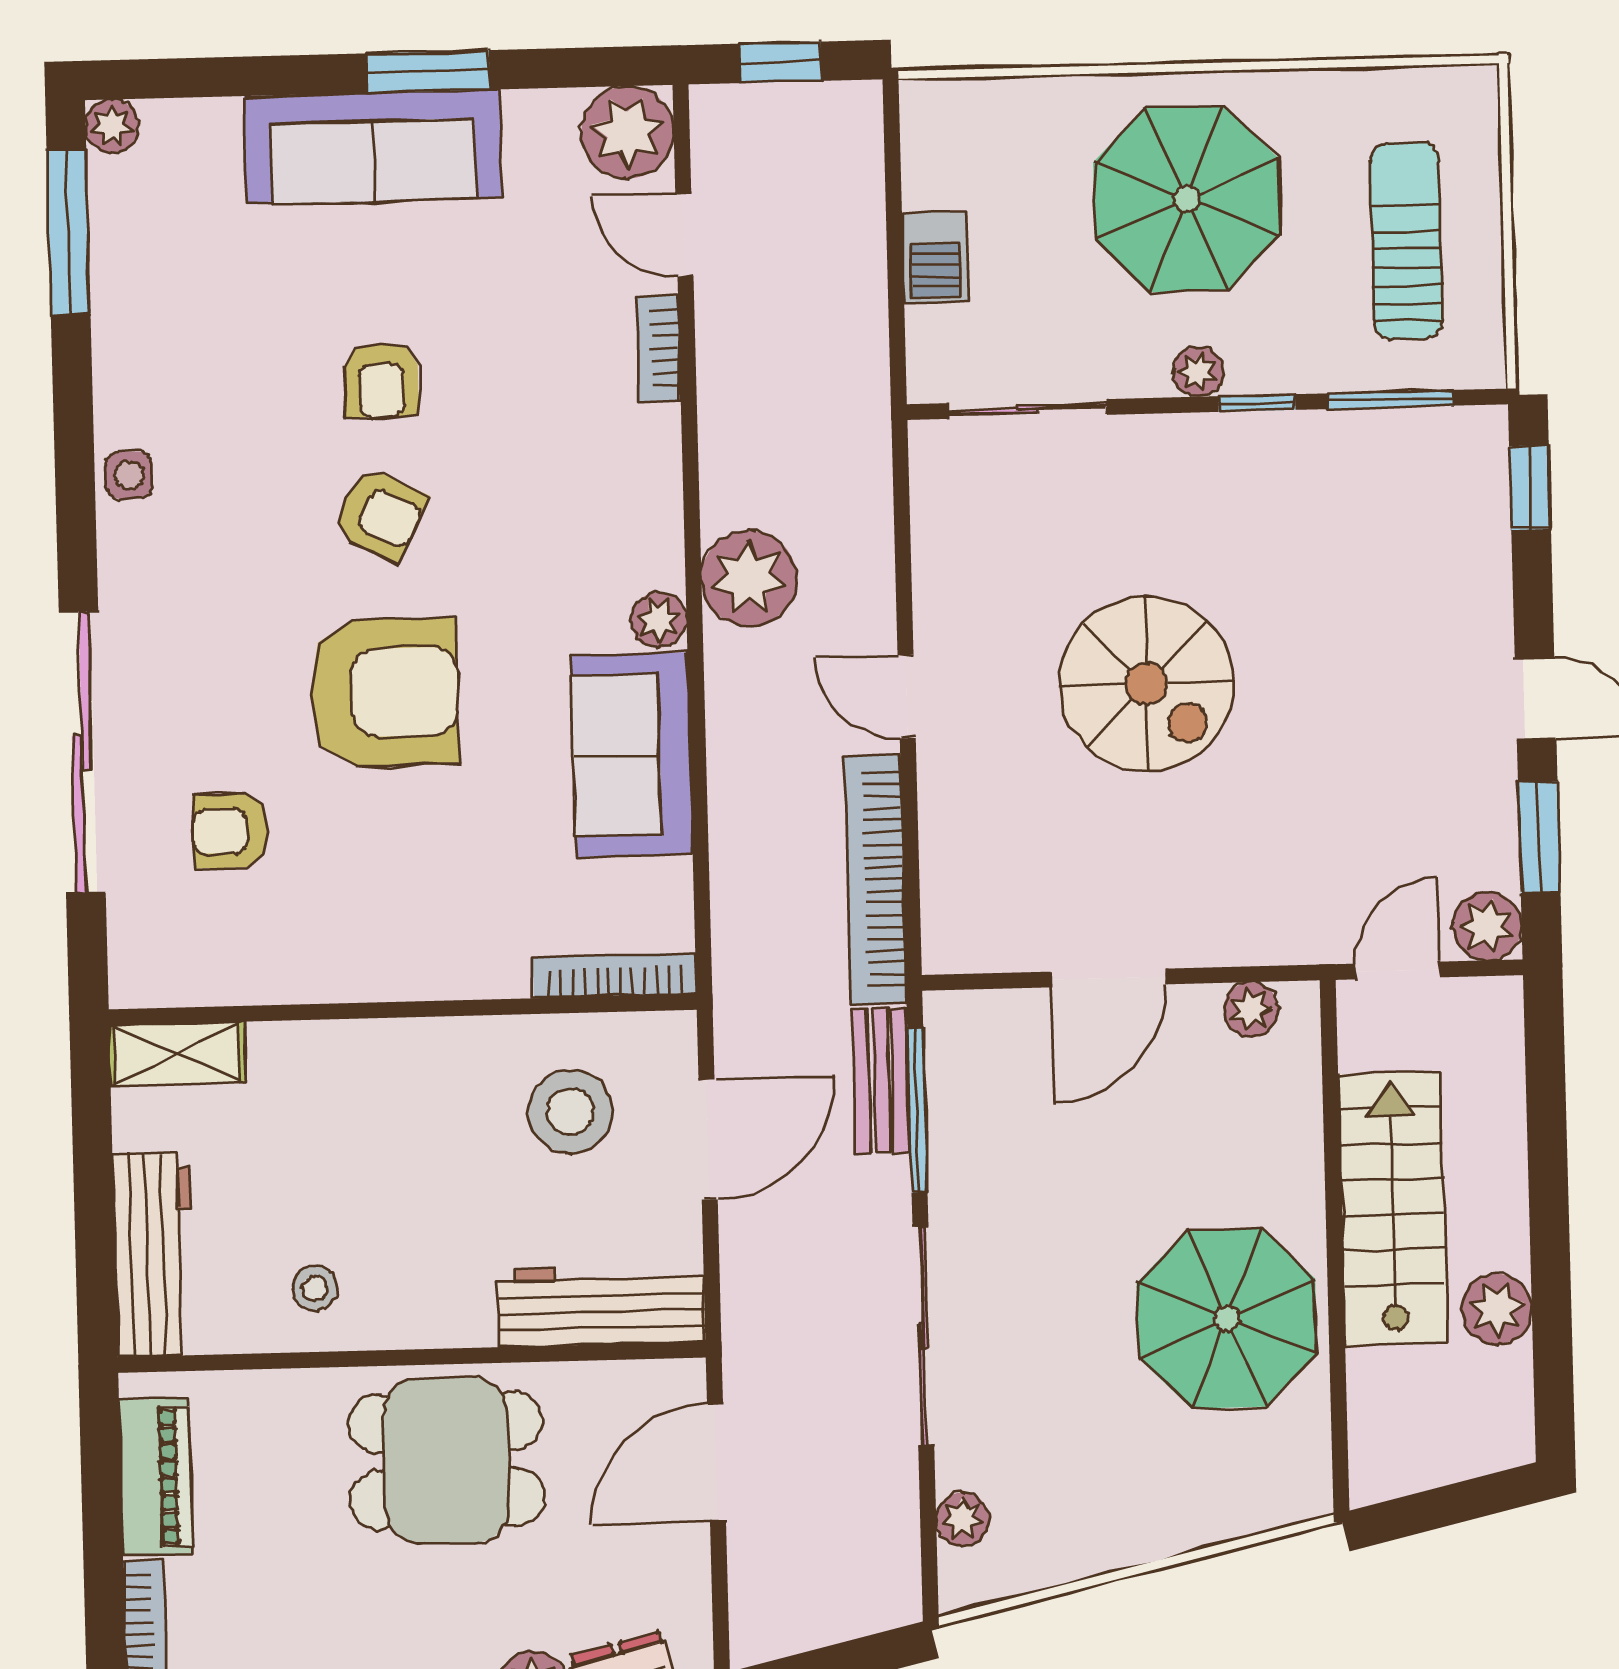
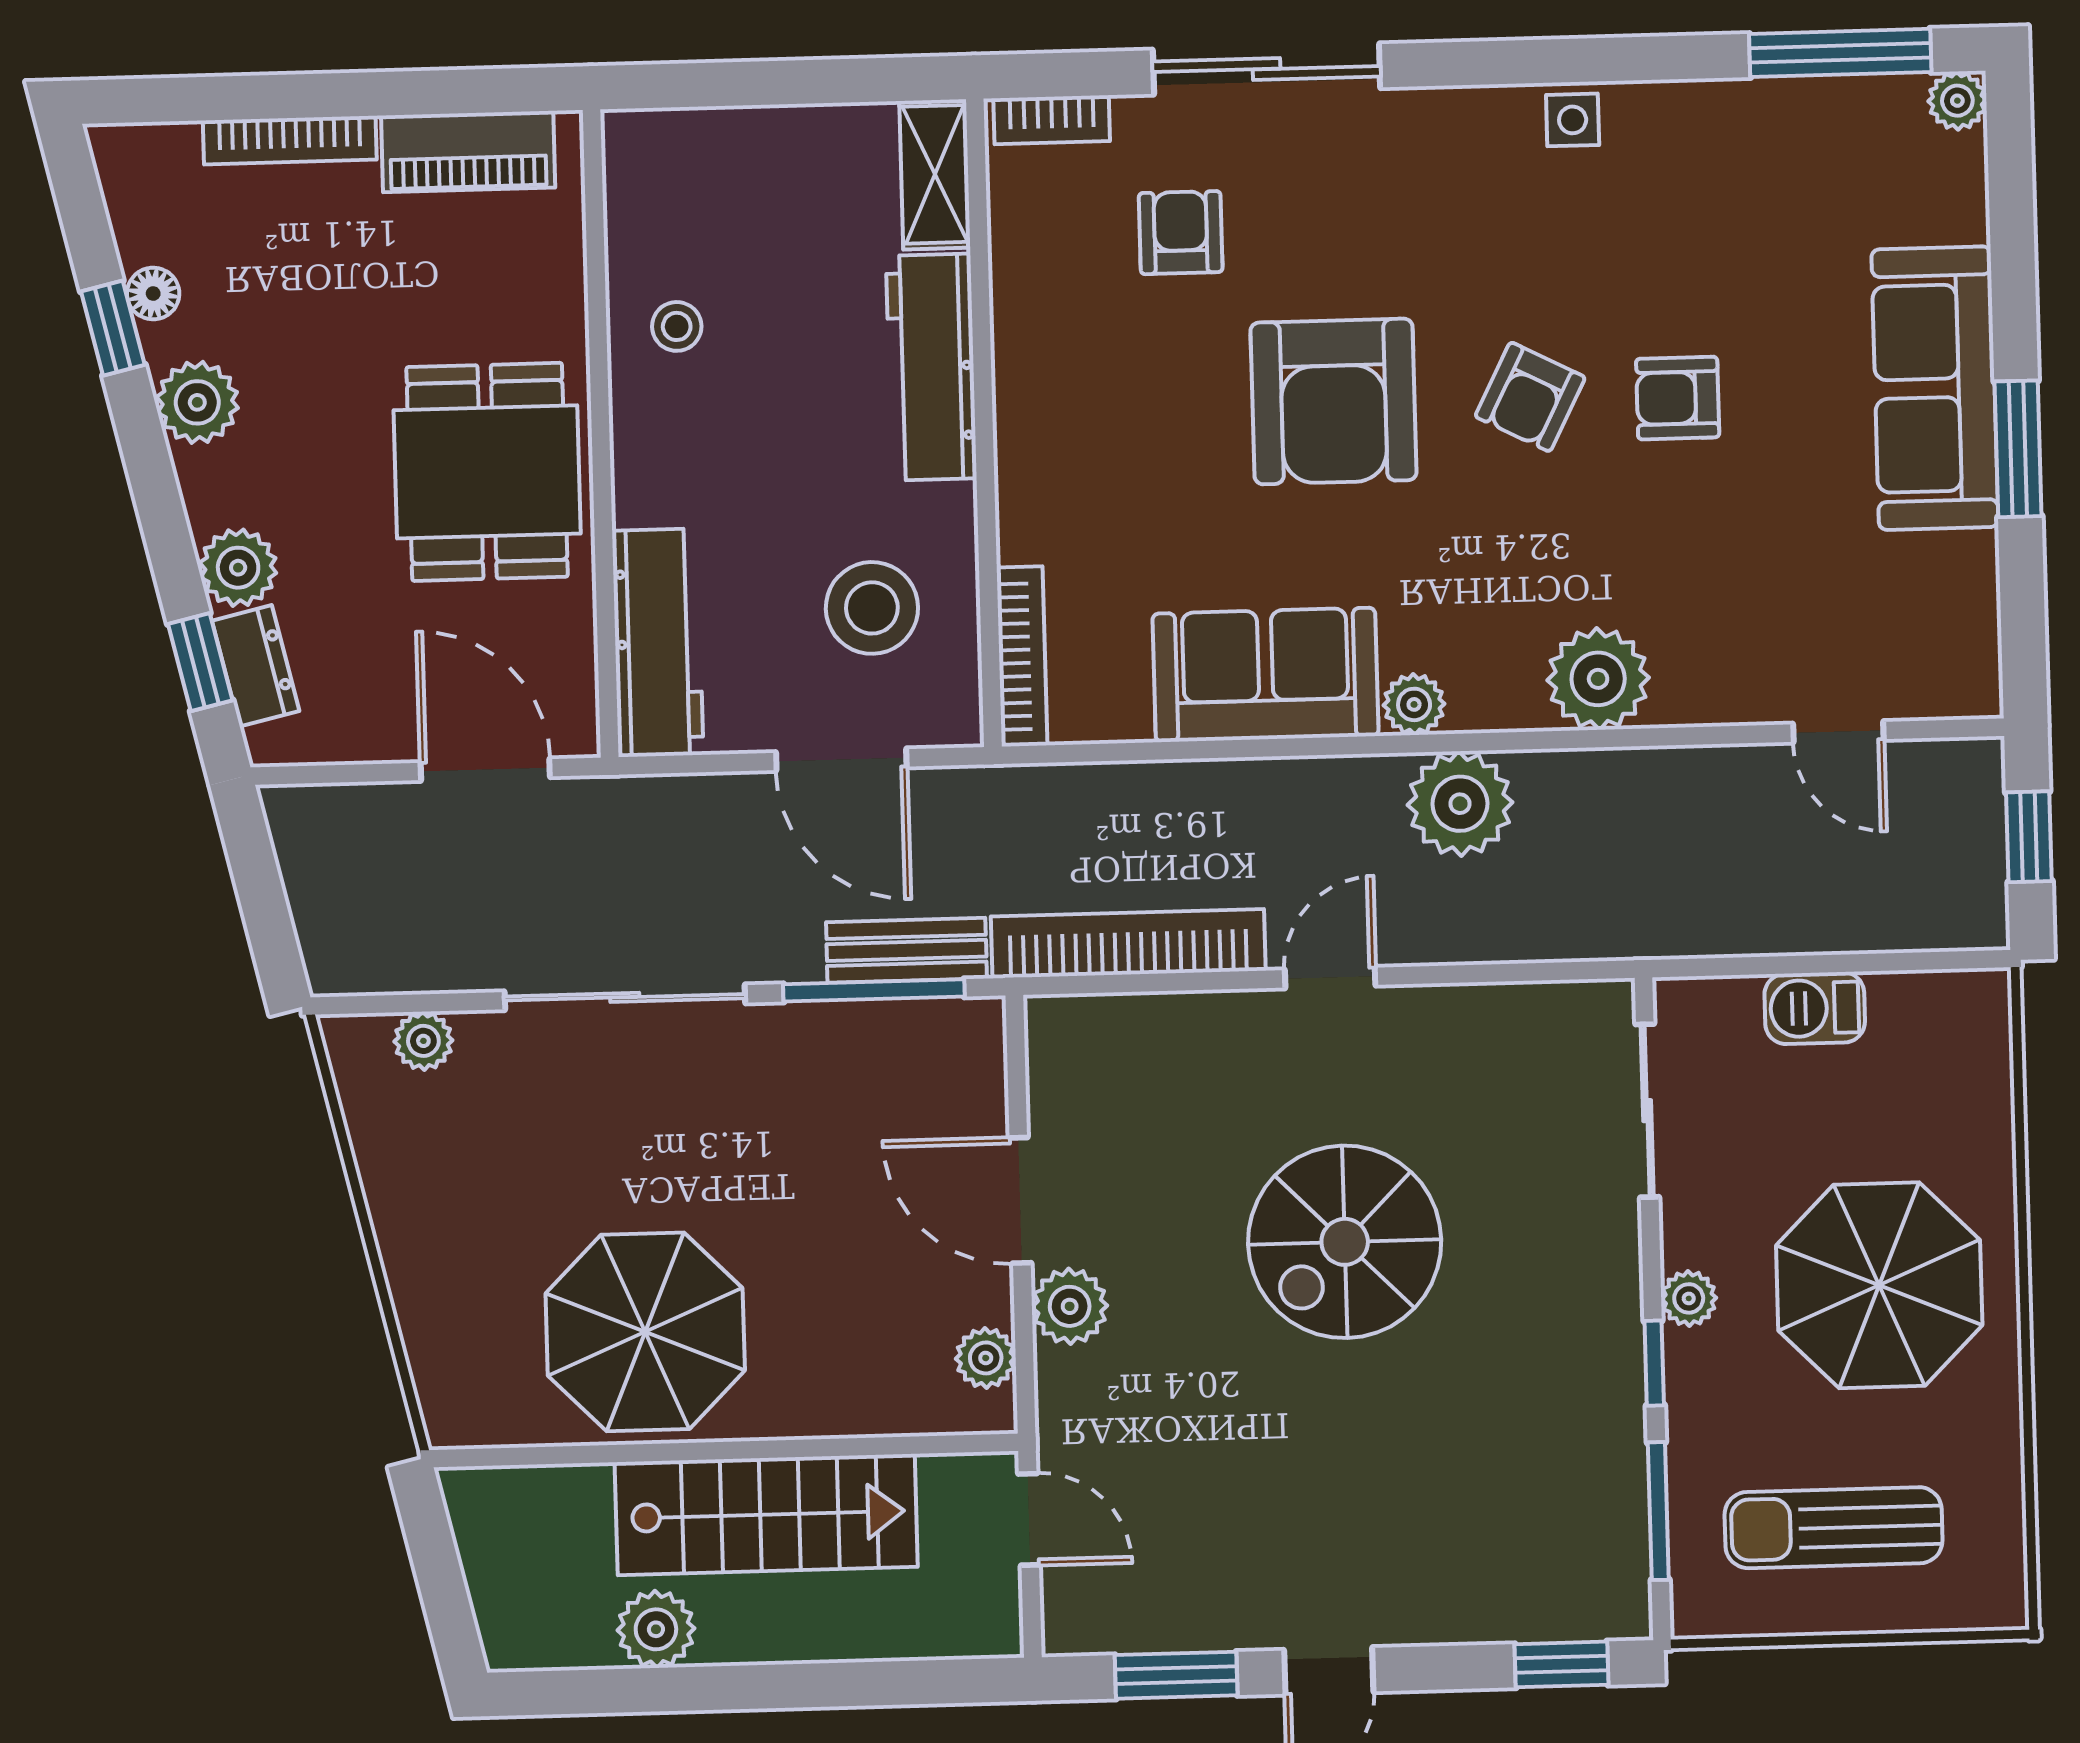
plant: (628, 132) -> (1598, 679), moved
door: (684, 235) -> (1838, 732), swing flipped
sun lounger: (1406, 241) -> (1834, 1528), turned 180
bookcase: (659, 348) -> (1052, 120), moved, turned 180
sliding door: (82, 753) -> (1267, 69), width x0.73
plant: (1487, 926) -> (1070, 1306), moved
workbench: (153, 1254) -> (931, 367), moved, turned 90

